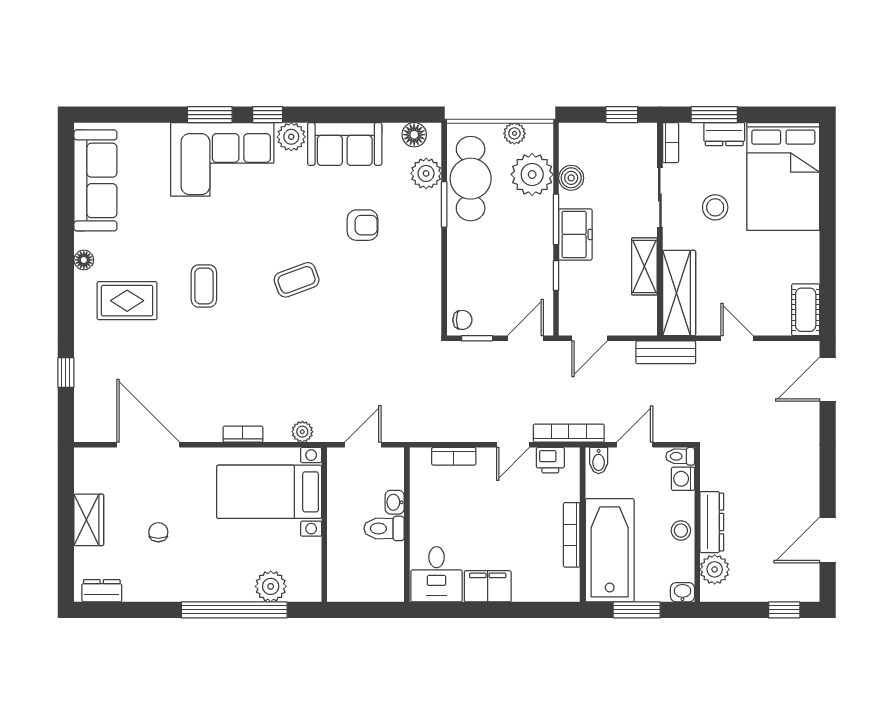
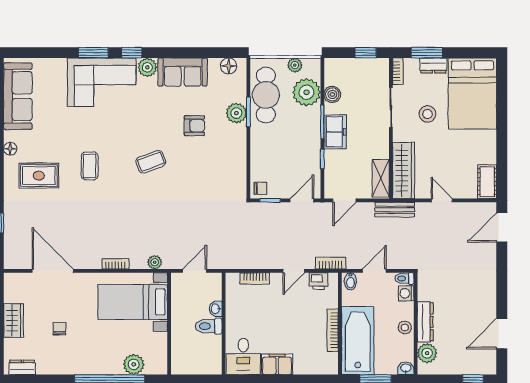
plant: (426, 173) -> (236, 113), moved
shelving: (644, 266) -> (381, 178), moved
bookcase: (569, 433) -> (331, 263), width x0.64

